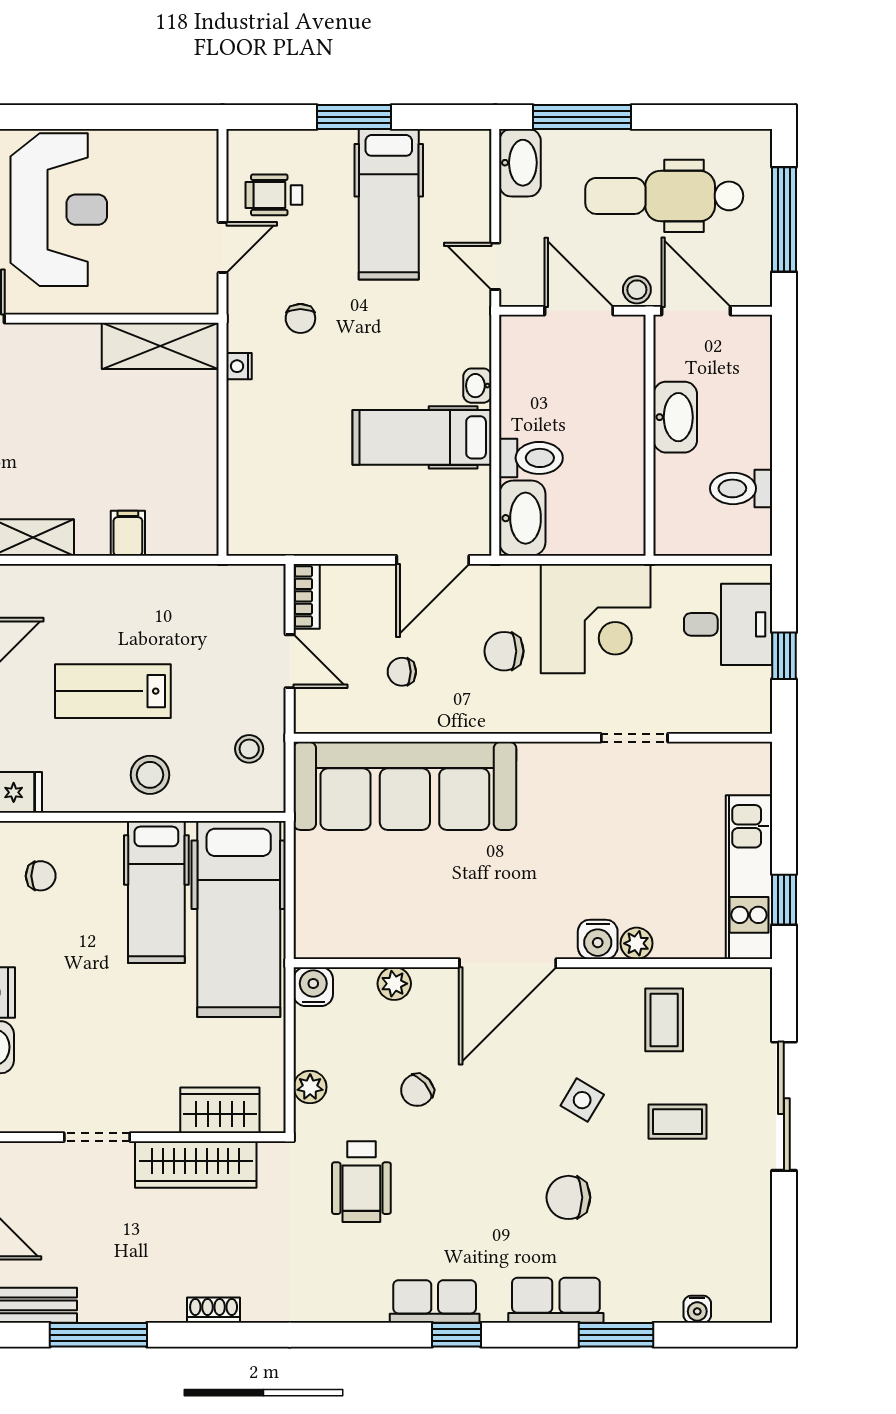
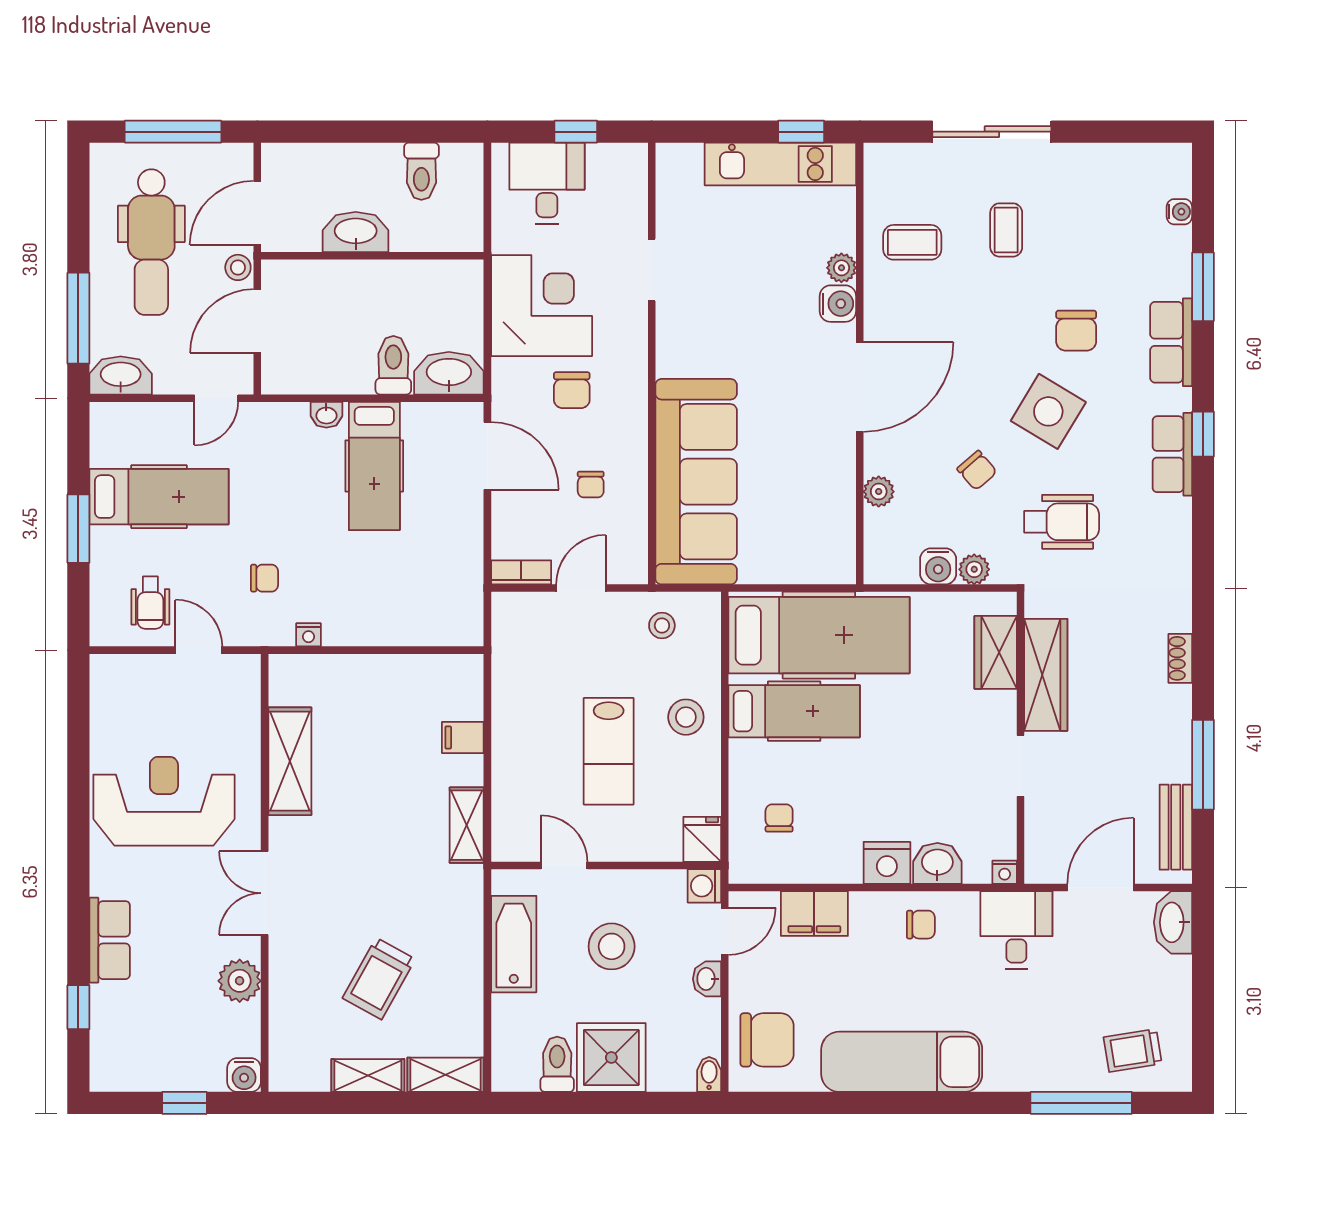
shelving: (160, 346) -> (290, 761), moved
door: (508, 963) -> (860, 387), hinge flipped
water cooler: (313, 987) -> (938, 566), moved, turned -90
side table: (582, 1100) -> (1048, 411), moved, width x1.87, depth x1.87

